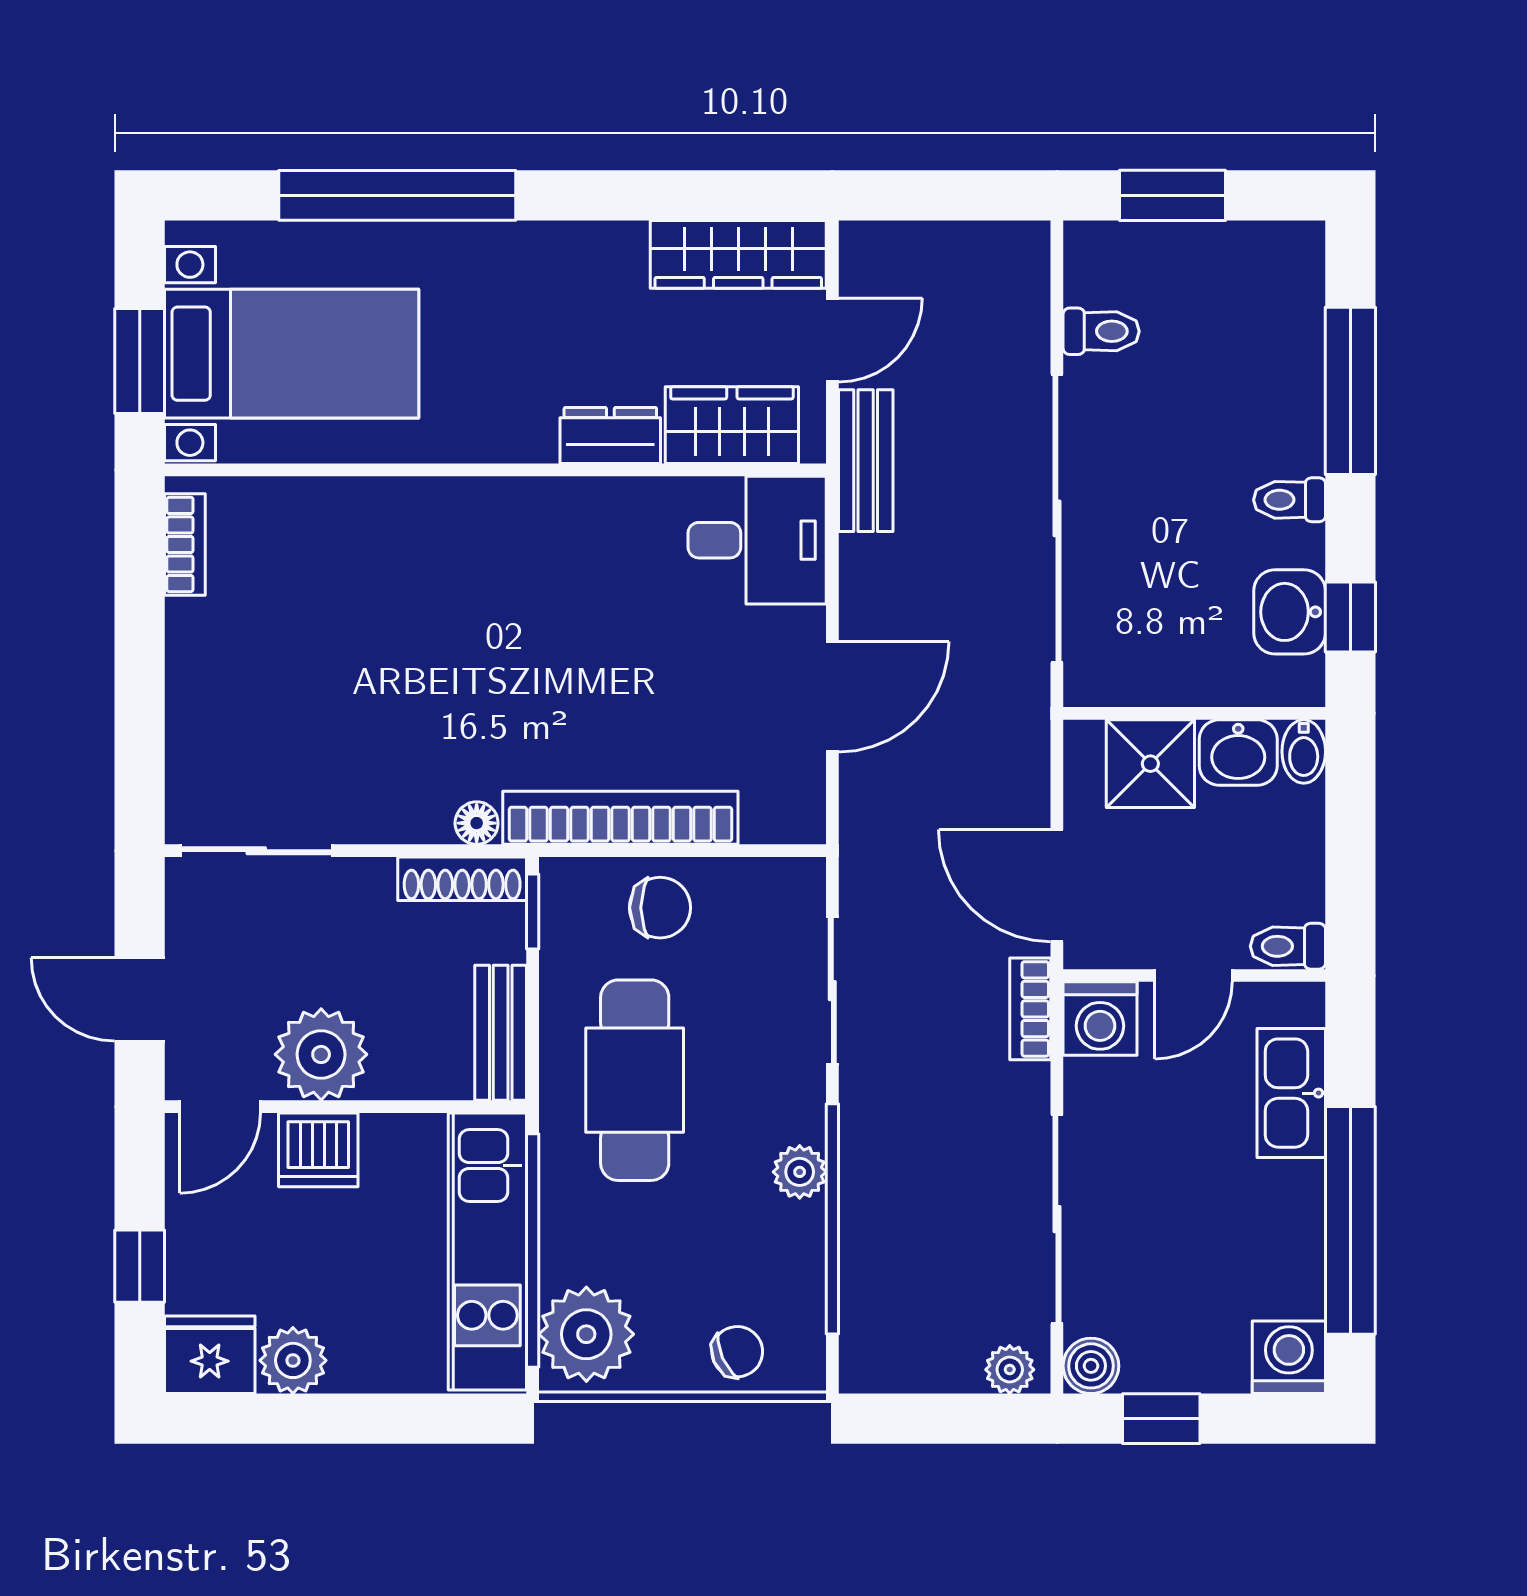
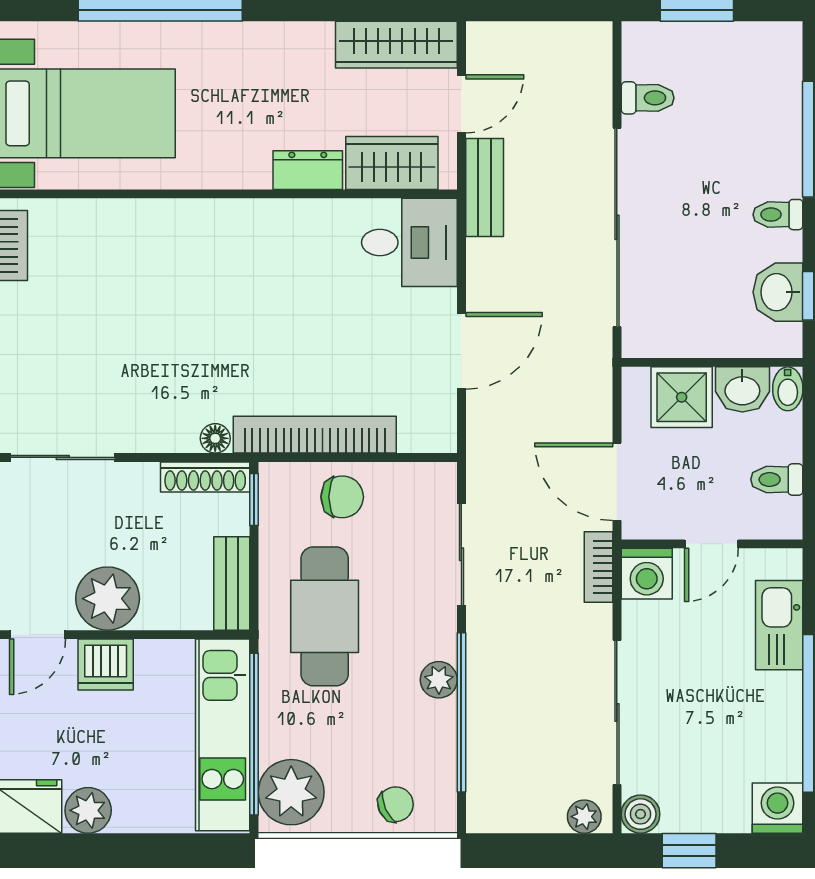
toilet: (1288, 946) -> (777, 479), moved

